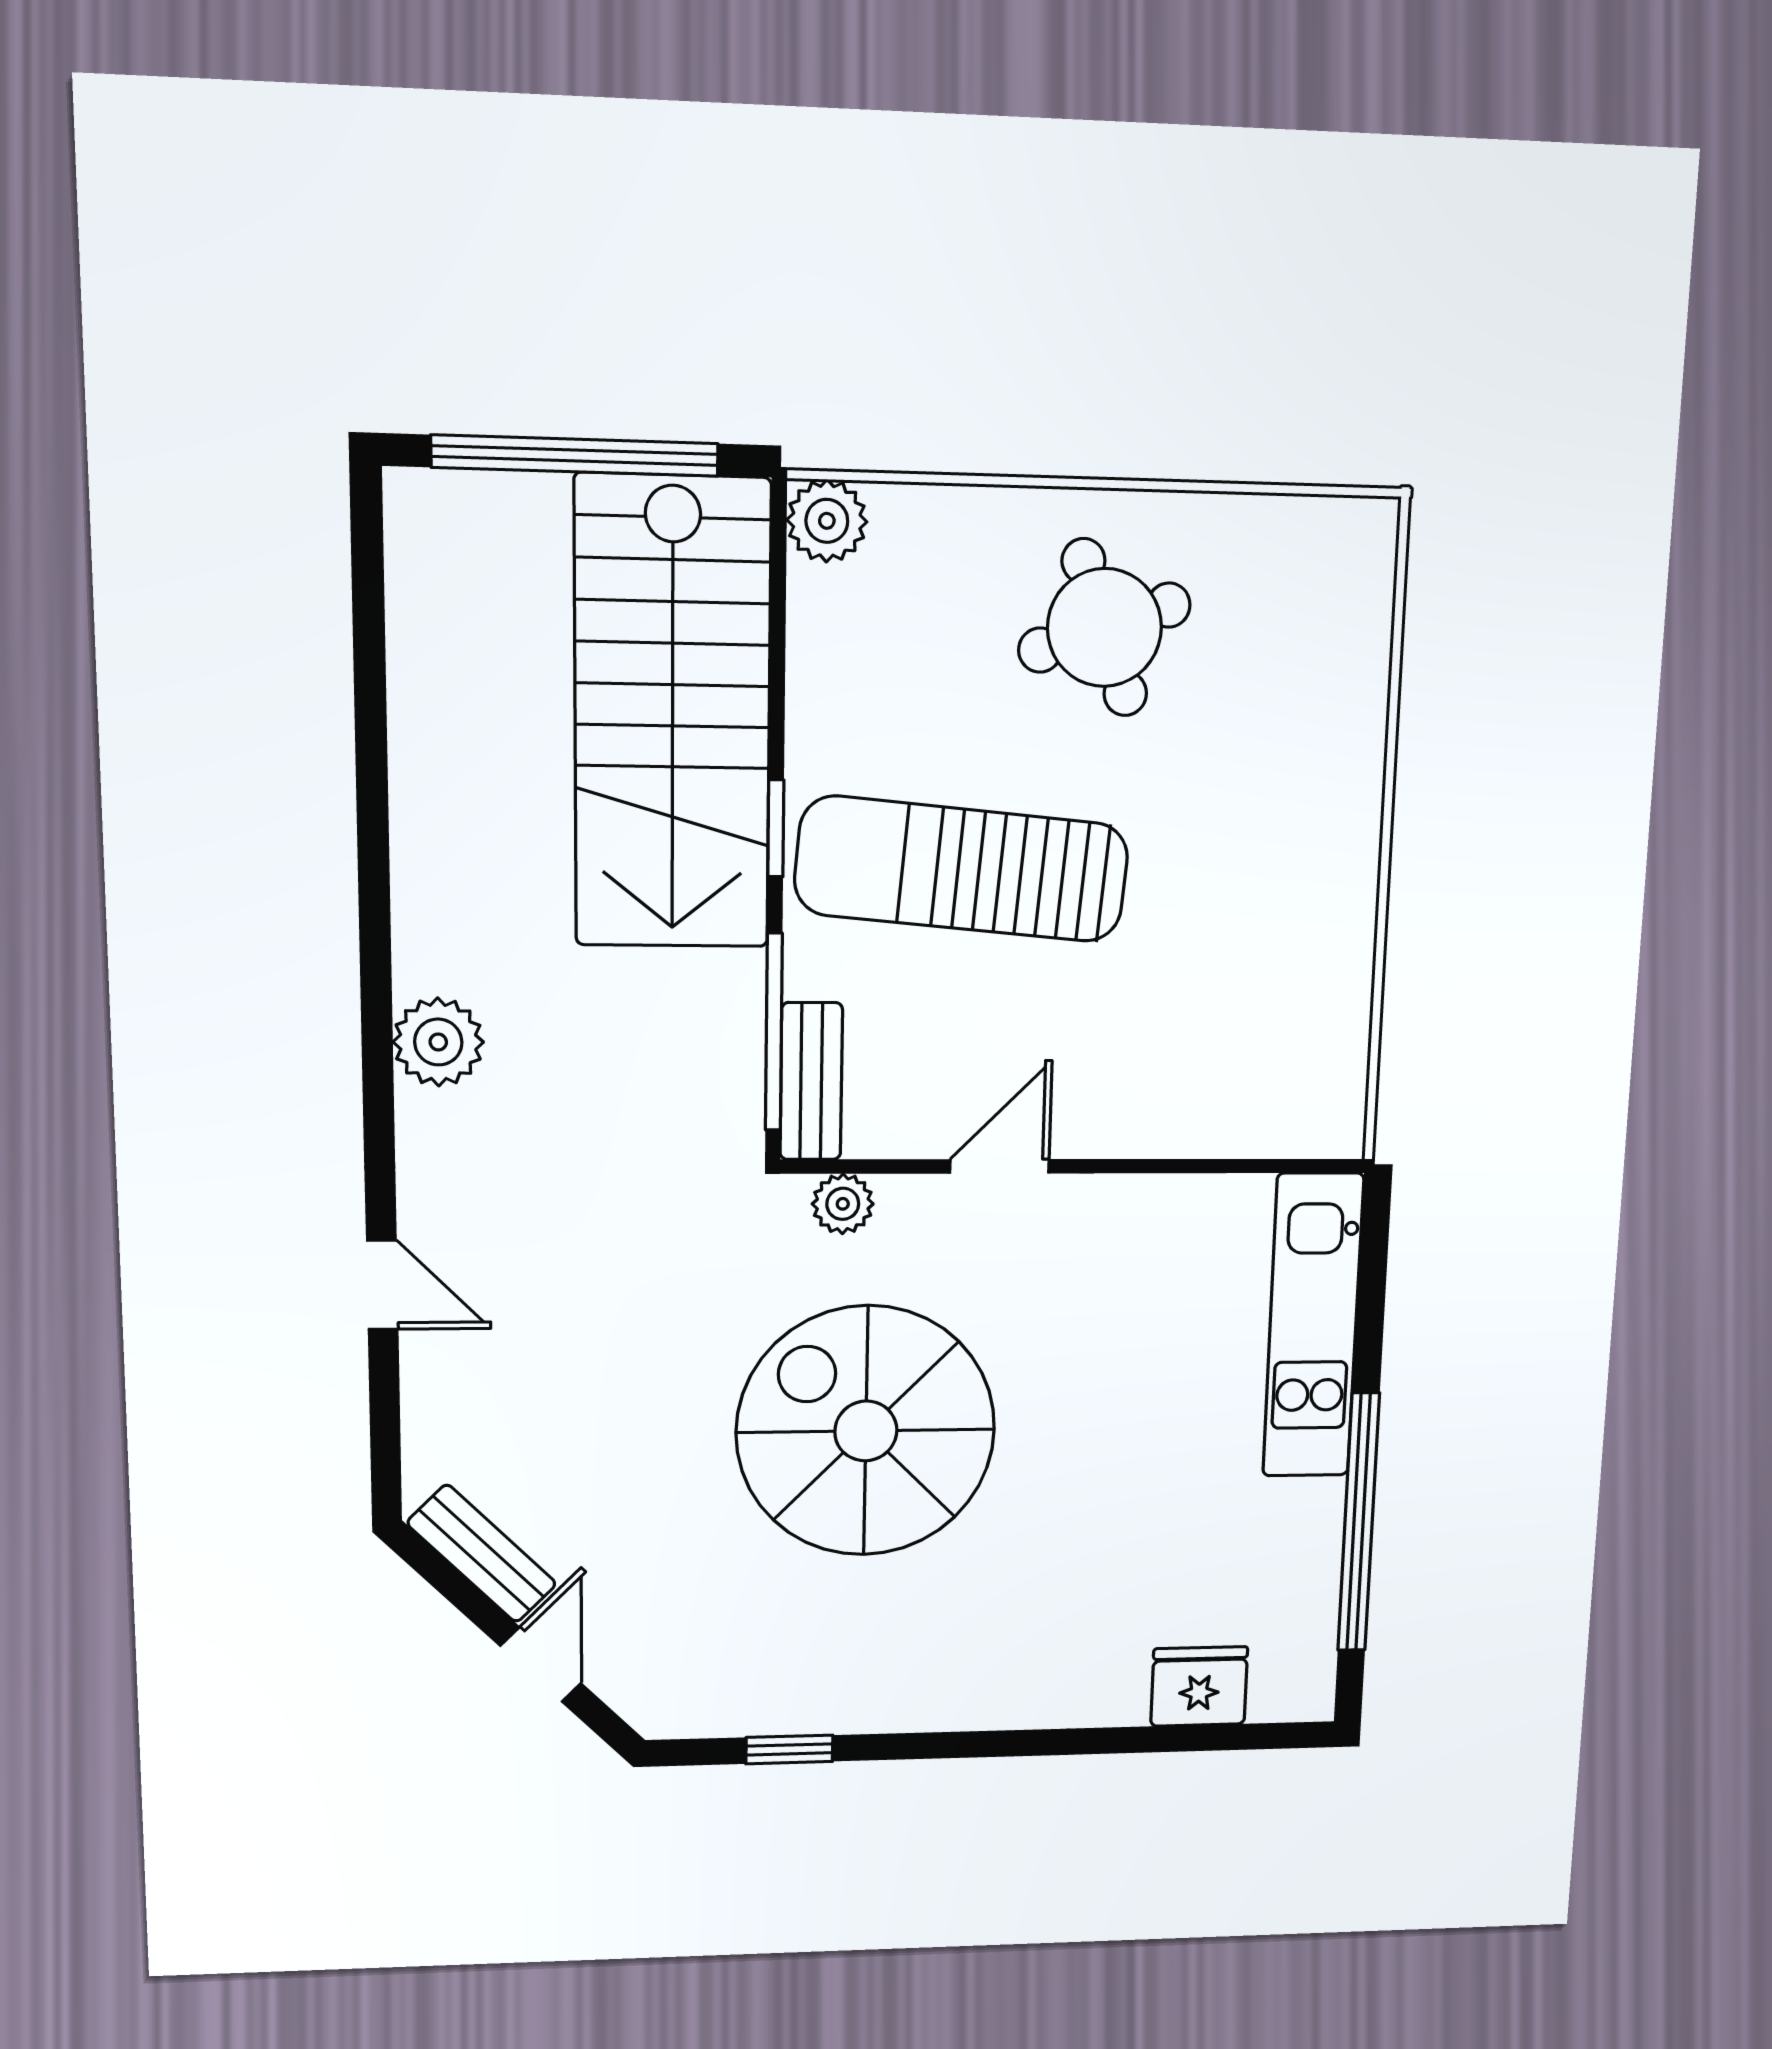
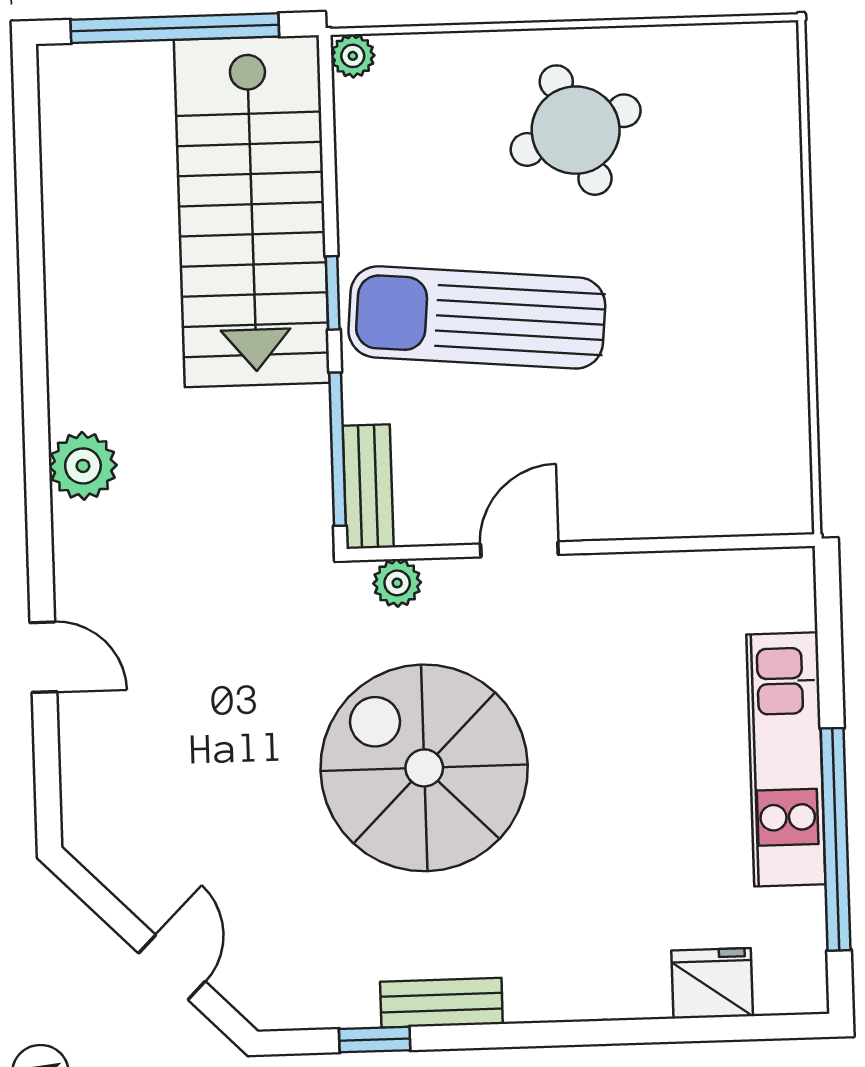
plant: (827, 521) -> (353, 56), width x0.73, depth x0.73
kitchen unit: (1313, 1326) -> (786, 759), moved
bench: (482, 1553) -> (441, 1003), moved, turned -45

